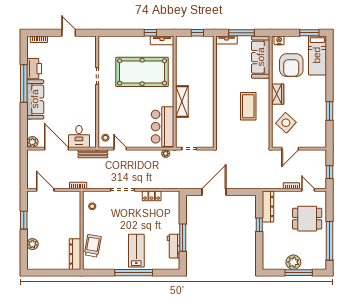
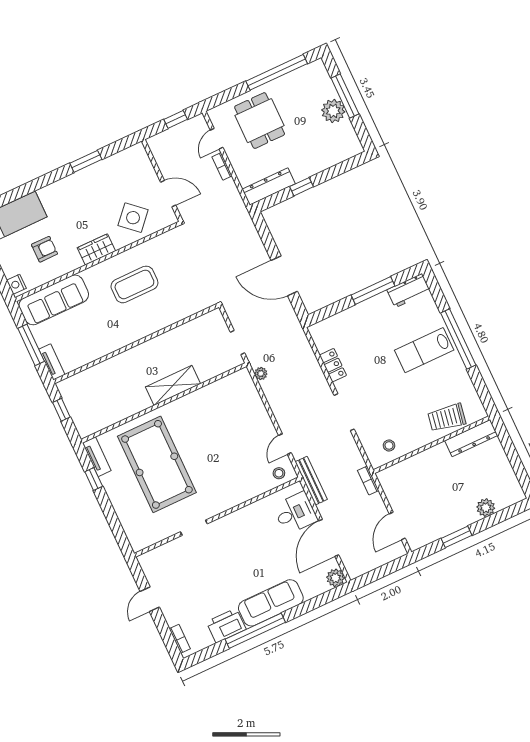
armchair: (291, 65) -> (44, 249), width x0.53, depth x0.53
bar counter: (162, 127) -> (223, 397), removed
workbench: (174, 246) -> (409, 291), moved

